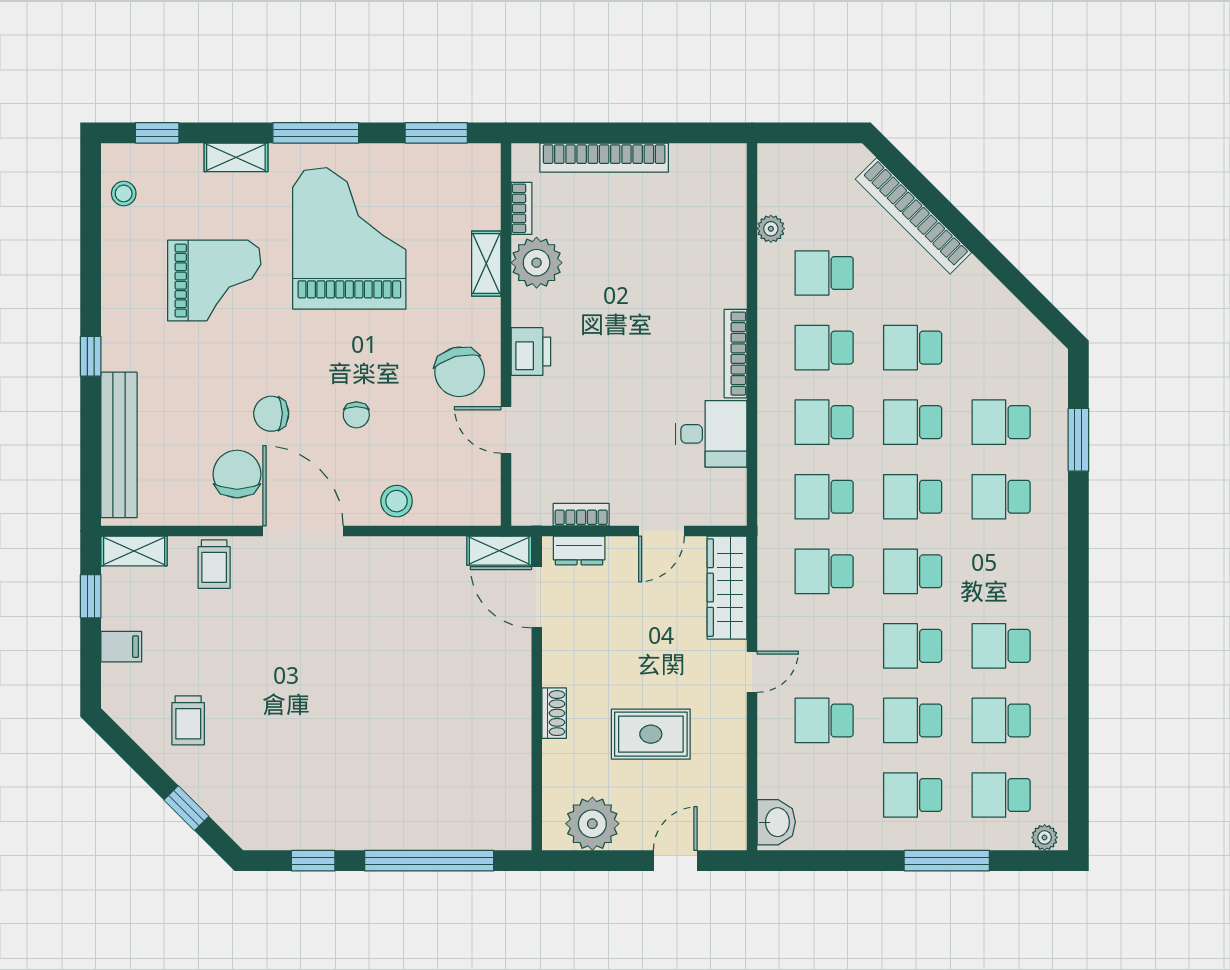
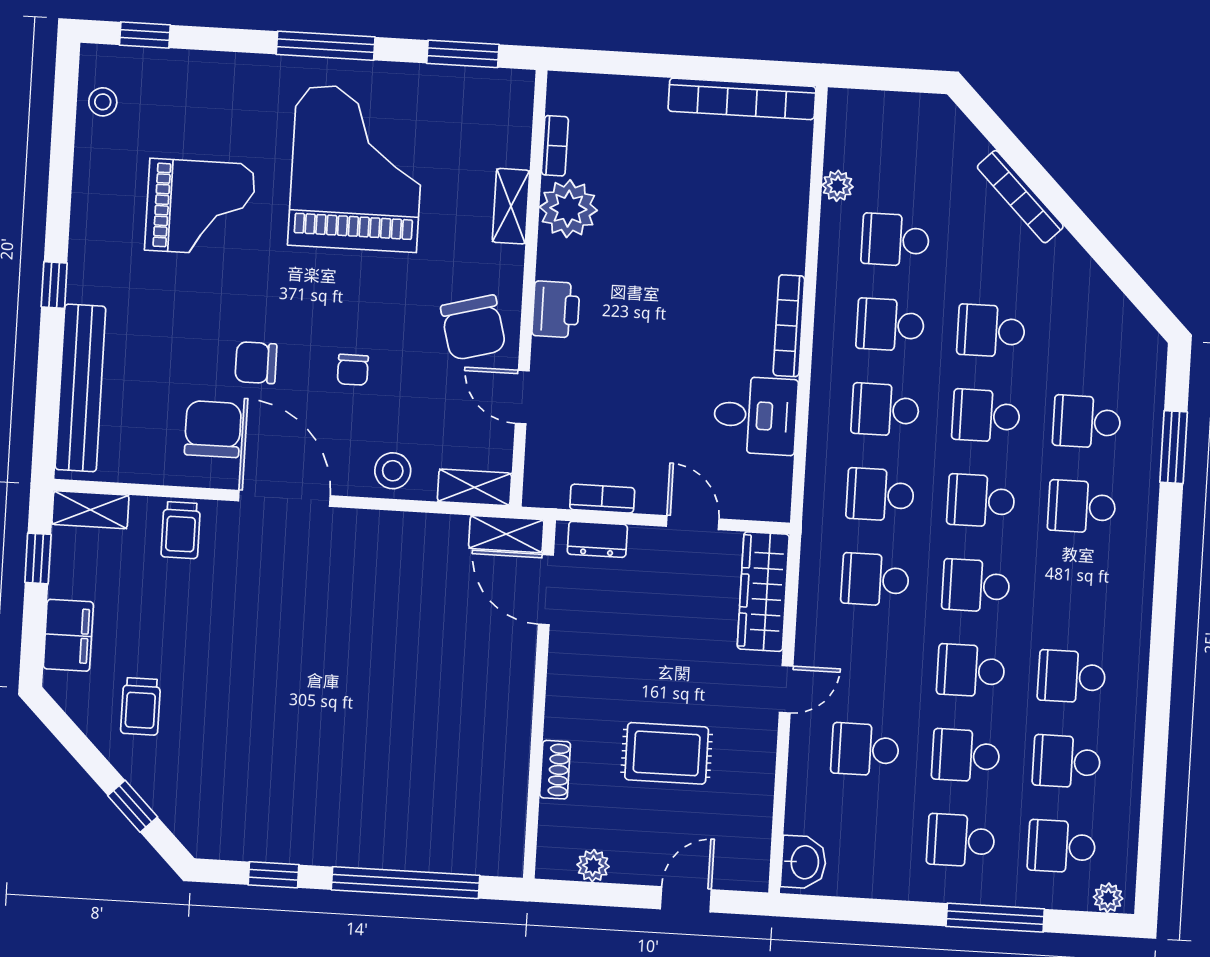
shelving: (236, 157) -> (474, 487), moved
bookcase: (604, 158) -> (742, 99), moved
bookcase: (913, 216) -> (1020, 197), width x0.68, depth x0.76
door: (662, 531) -> (693, 523), swing flipped
filing cabinet: (121, 647) -> (68, 635), width x2.00
shoe rack: (554, 713) -> (555, 770), moved
plant: (592, 824) -> (593, 866), width x0.53, depth x0.53

